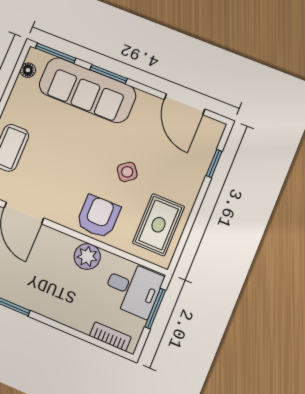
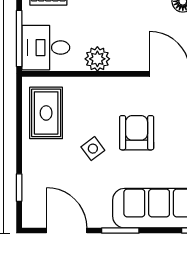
window: (109, 74) -> (120, 230), moved
armchair: (98, 217) -> (137, 133), moved, turned 180
window: (155, 308) -> (19, 38), width x1.44

